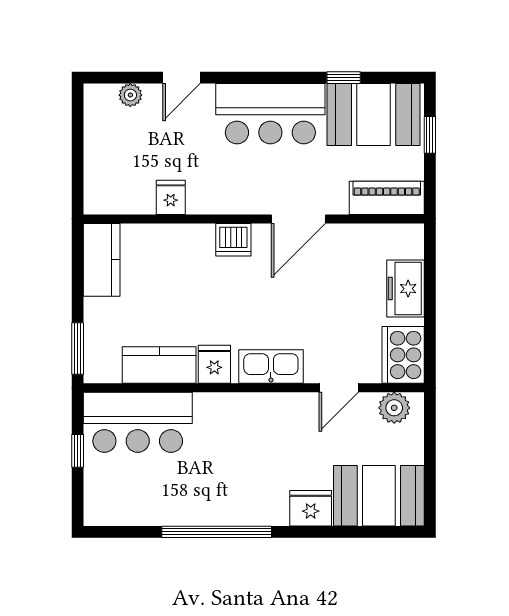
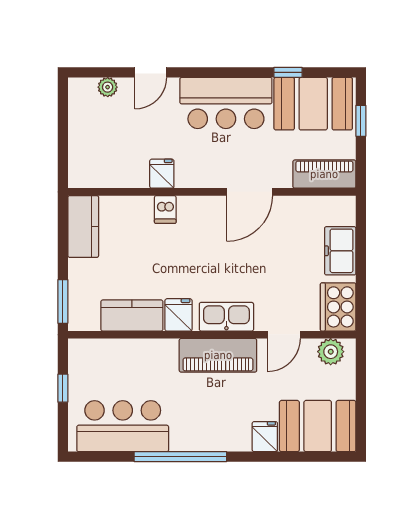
fridge: (171, 197) -> (162, 174), moved
dishwasher: (233, 240) -> (165, 210), moved, width x0.73
piano: (261, 412) -> (218, 355), added
bar counter: (138, 422) -> (123, 426), moved, turned 180
fridge: (311, 508) -> (265, 437), width x0.72

